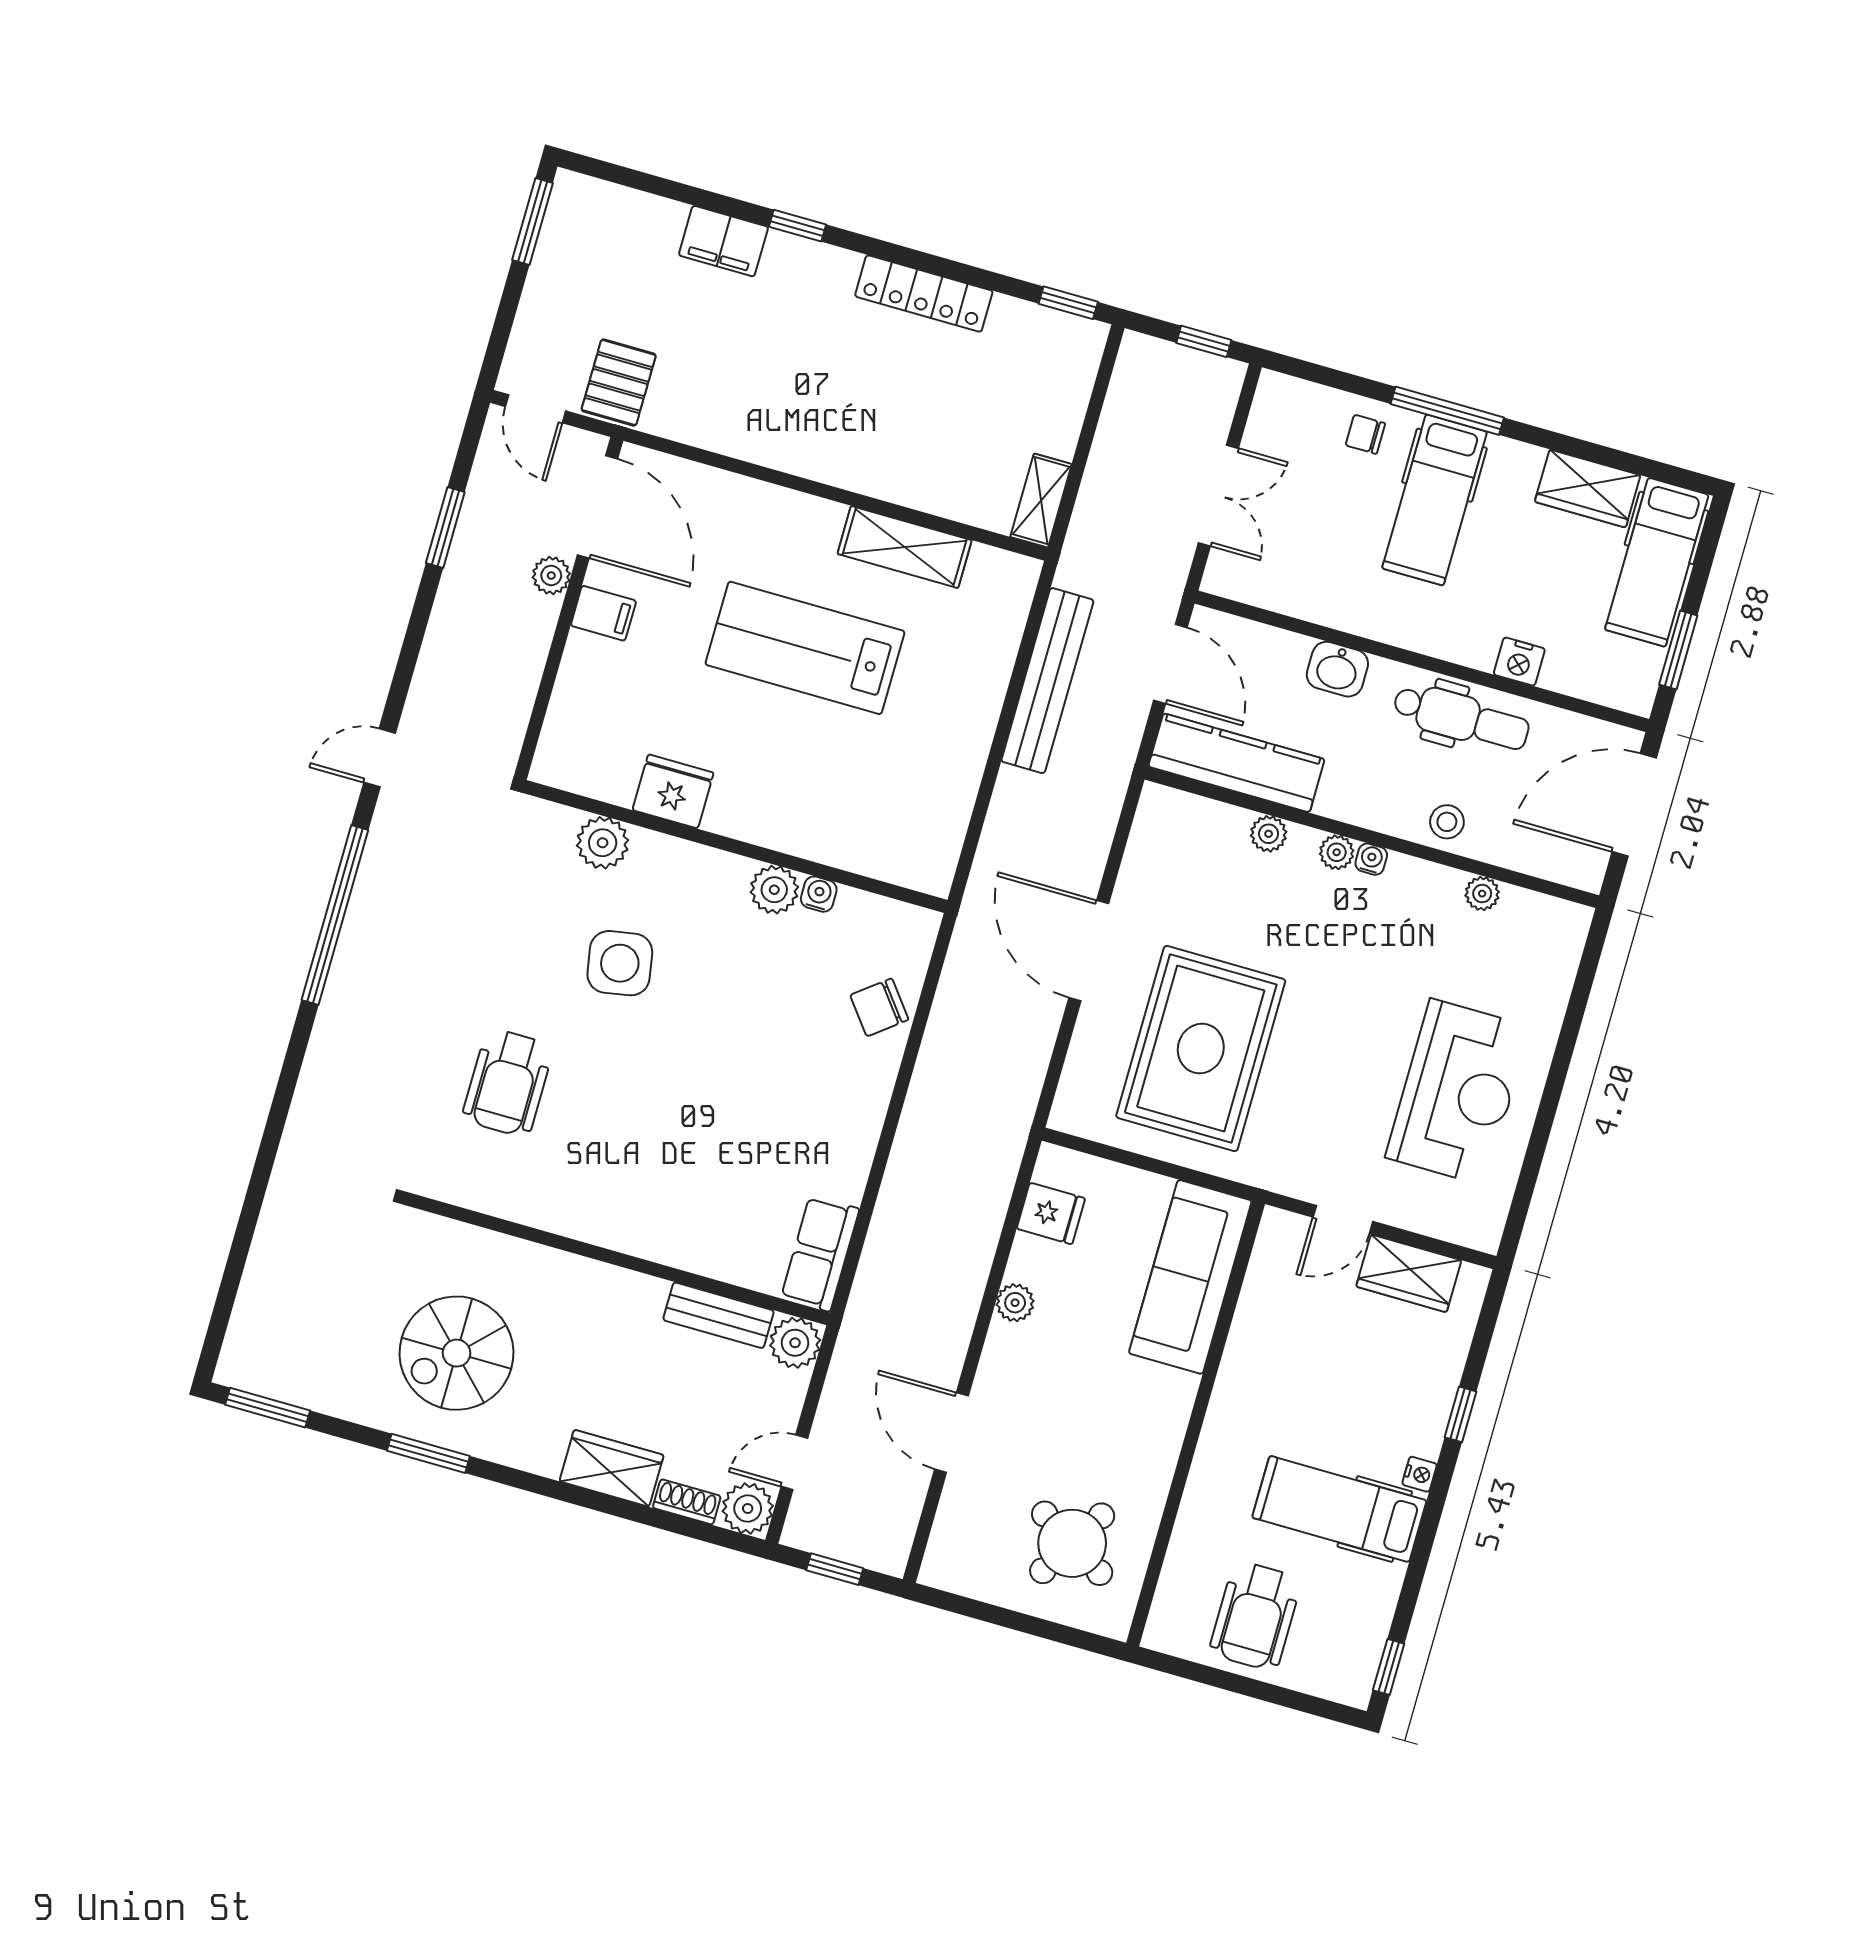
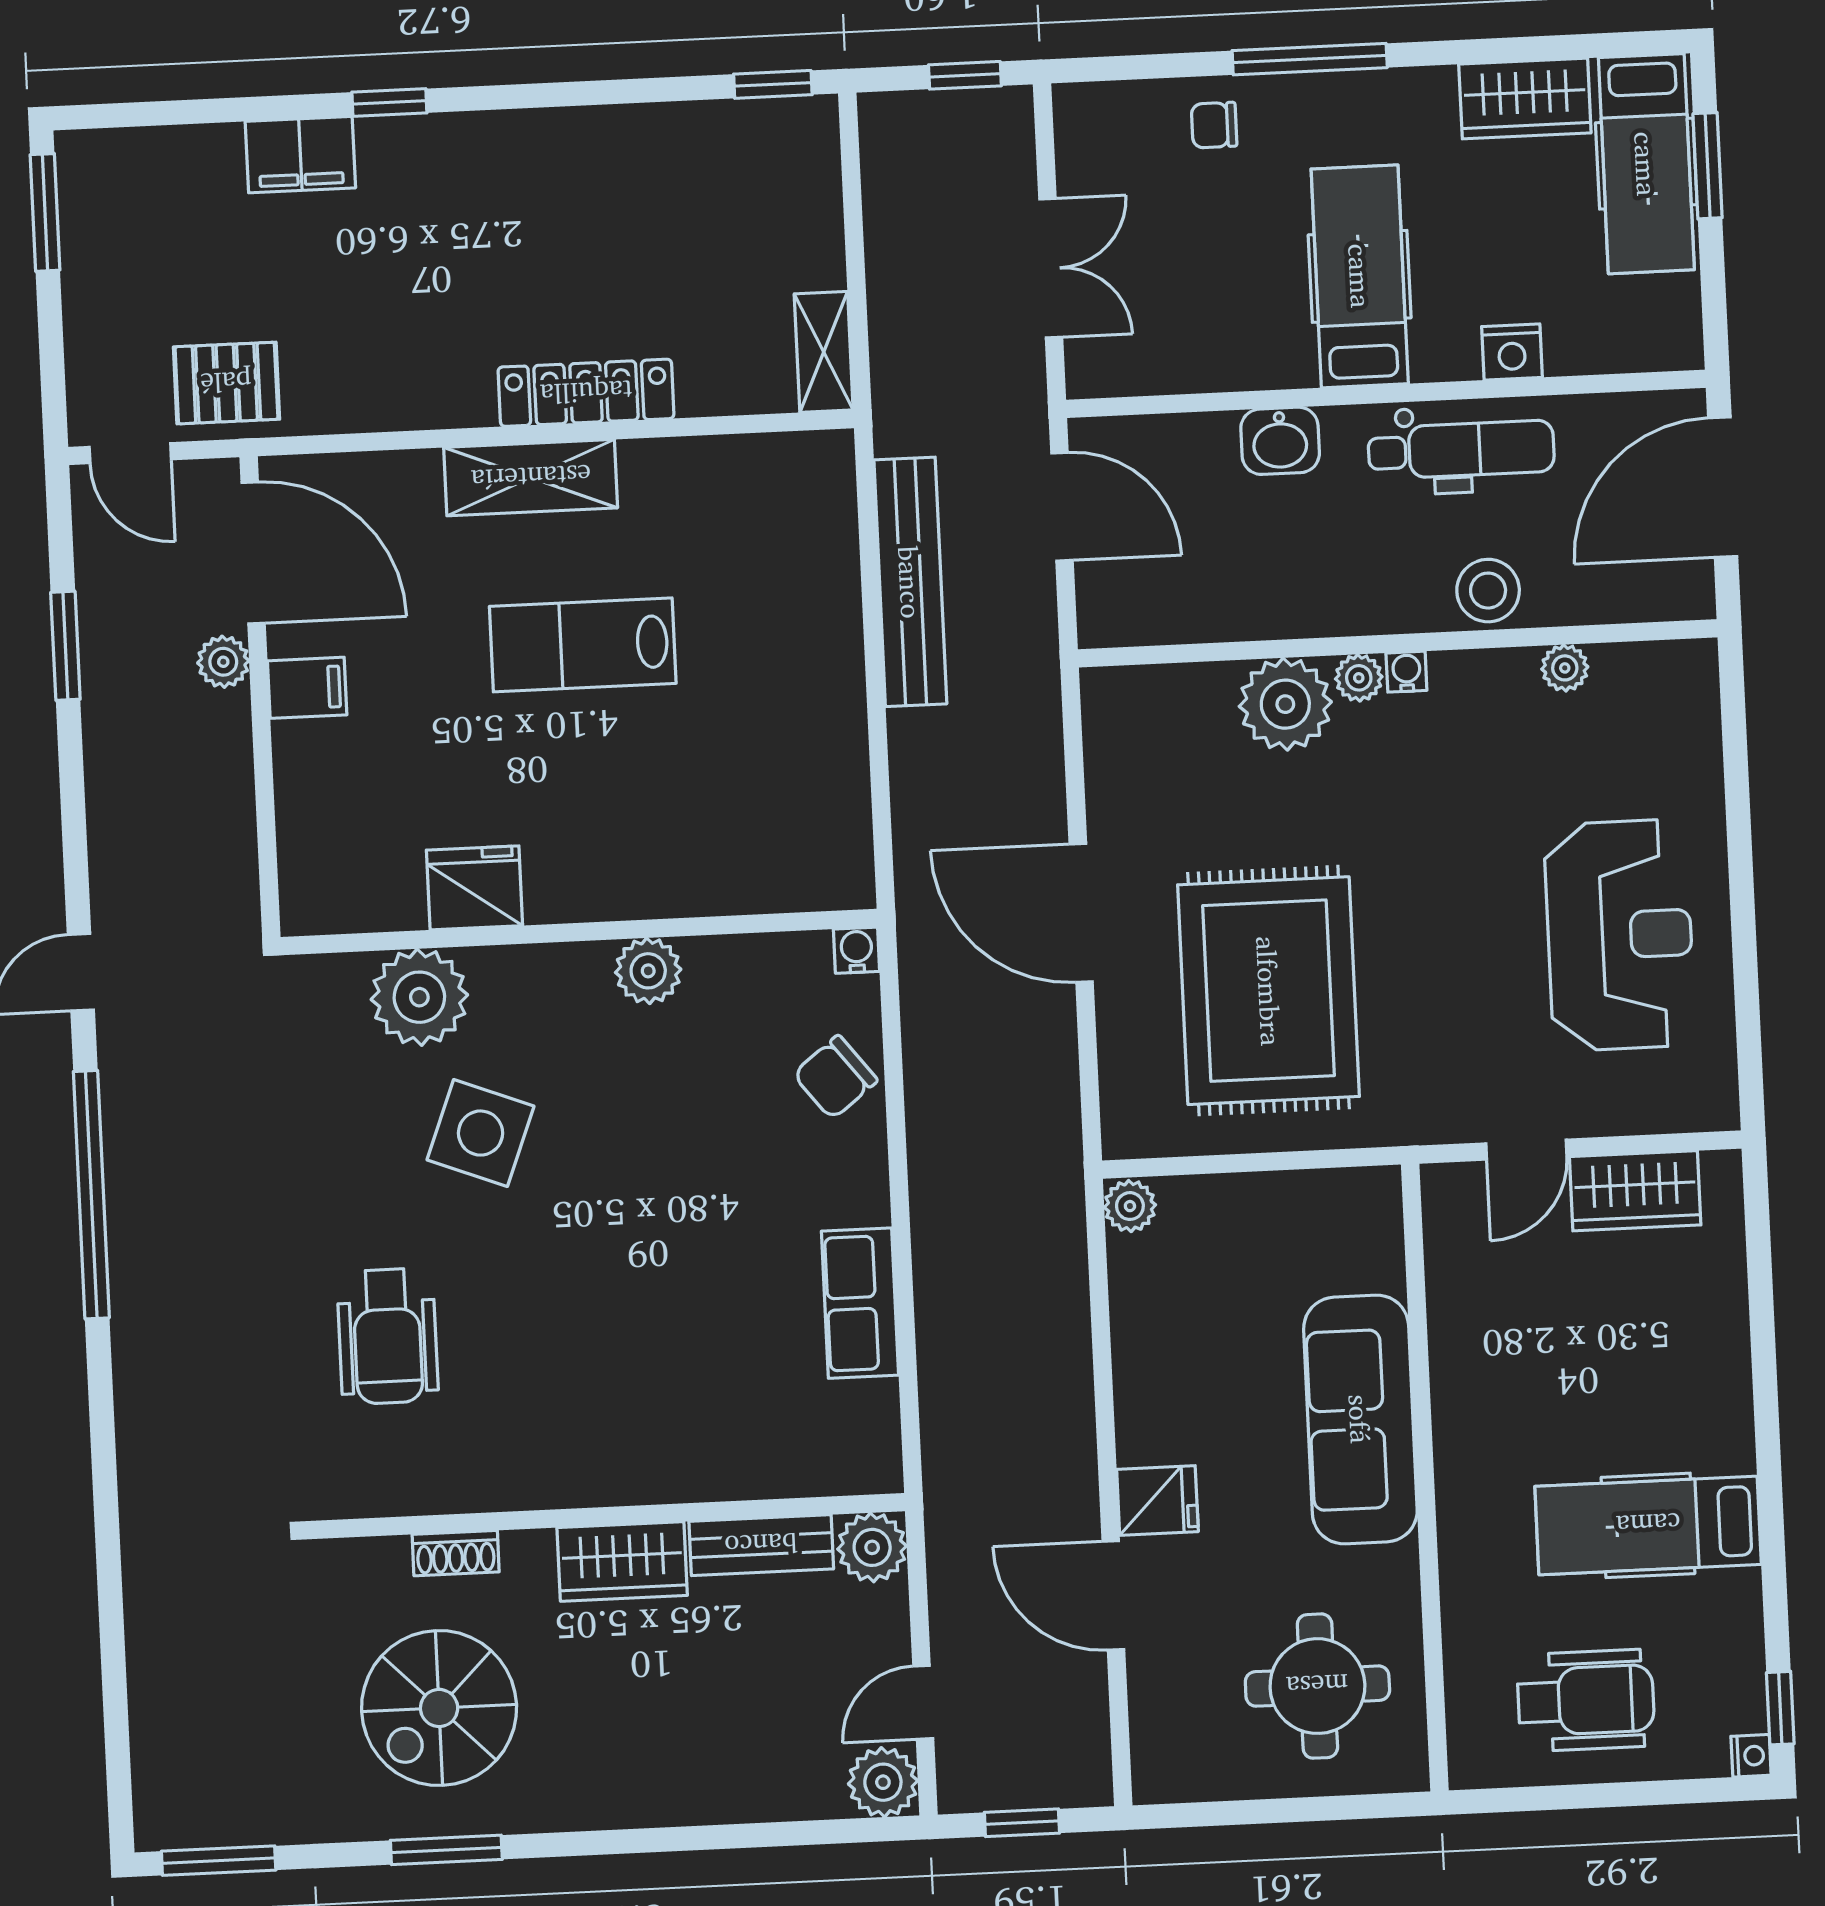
locker: (924, 294) -> (586, 393), moved, turned 180
pallet: (619, 383) -> (226, 383), turned 90
hospital bed: (1435, 500) -> (1360, 276), moved, turned 180
shelving: (905, 547) -> (531, 478), moved
lab bench: (805, 648) -> (583, 645), width x0.73, depth x0.72
window: (1678, 650) -> (1708, 166), moved
kitchen counter: (1236, 763) -> (1190, 606), removed
stool: (1447, 822) -> (1488, 591), width x1.37, depth x1.37
plant: (1269, 834) -> (1285, 704), width x1.88, depth x1.88
plant: (603, 843) -> (419, 997), width x1.36, depth x1.36
water cooler: (819, 894) -> (856, 950), moved
side table: (620, 963) -> (481, 1133), turned 31
fridge: (1051, 1213) -> (1157, 1500), moved
row of seats: (820, 1253) -> (860, 1303), moved
sofa: (1190, 1277) -> (1360, 1419), moved
plant: (1015, 1303) -> (1130, 1206), moved
window: (1461, 1414) -> (1763, 1350), removed
wardrobe: (612, 1468) -> (622, 1561), moved, turned 180
nightstand: (1420, 1474) -> (1751, 1756), moved
shoe rack: (687, 1502) -> (456, 1553), moved, turned 180
round table: (1072, 1543) -> (1317, 1686), turned -31
wheelchair: (1255, 1616) -> (1586, 1700), turned -90

